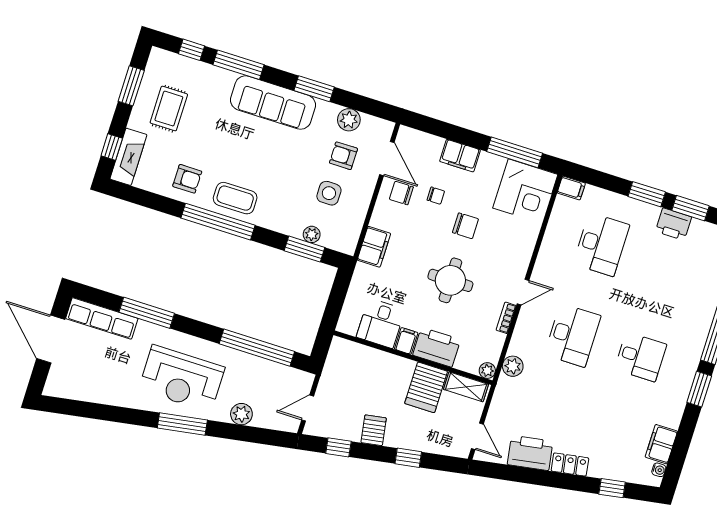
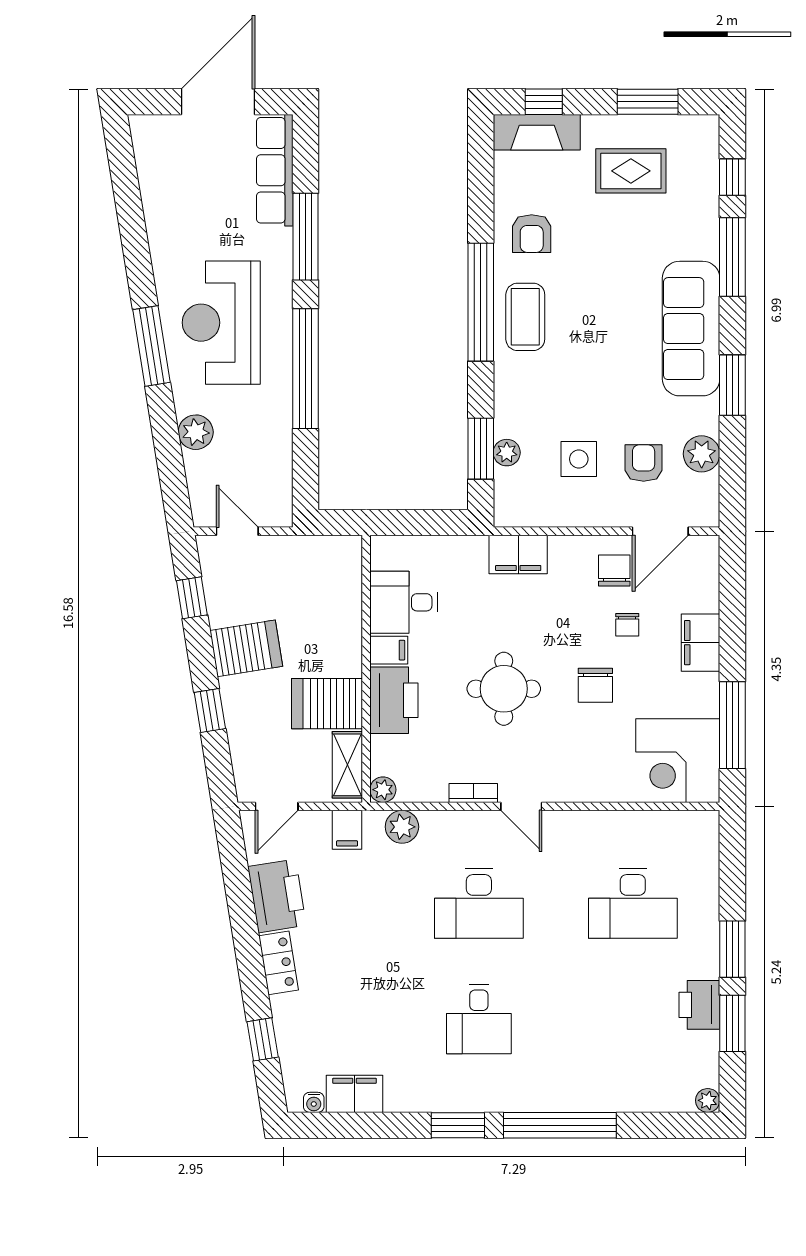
filing cabinet: (571, 188) -> (347, 830), moved
window: (257, 348) -> (305, 369), moved
server rack: (374, 430) -> (246, 648), width x1.36, depth x1.44

